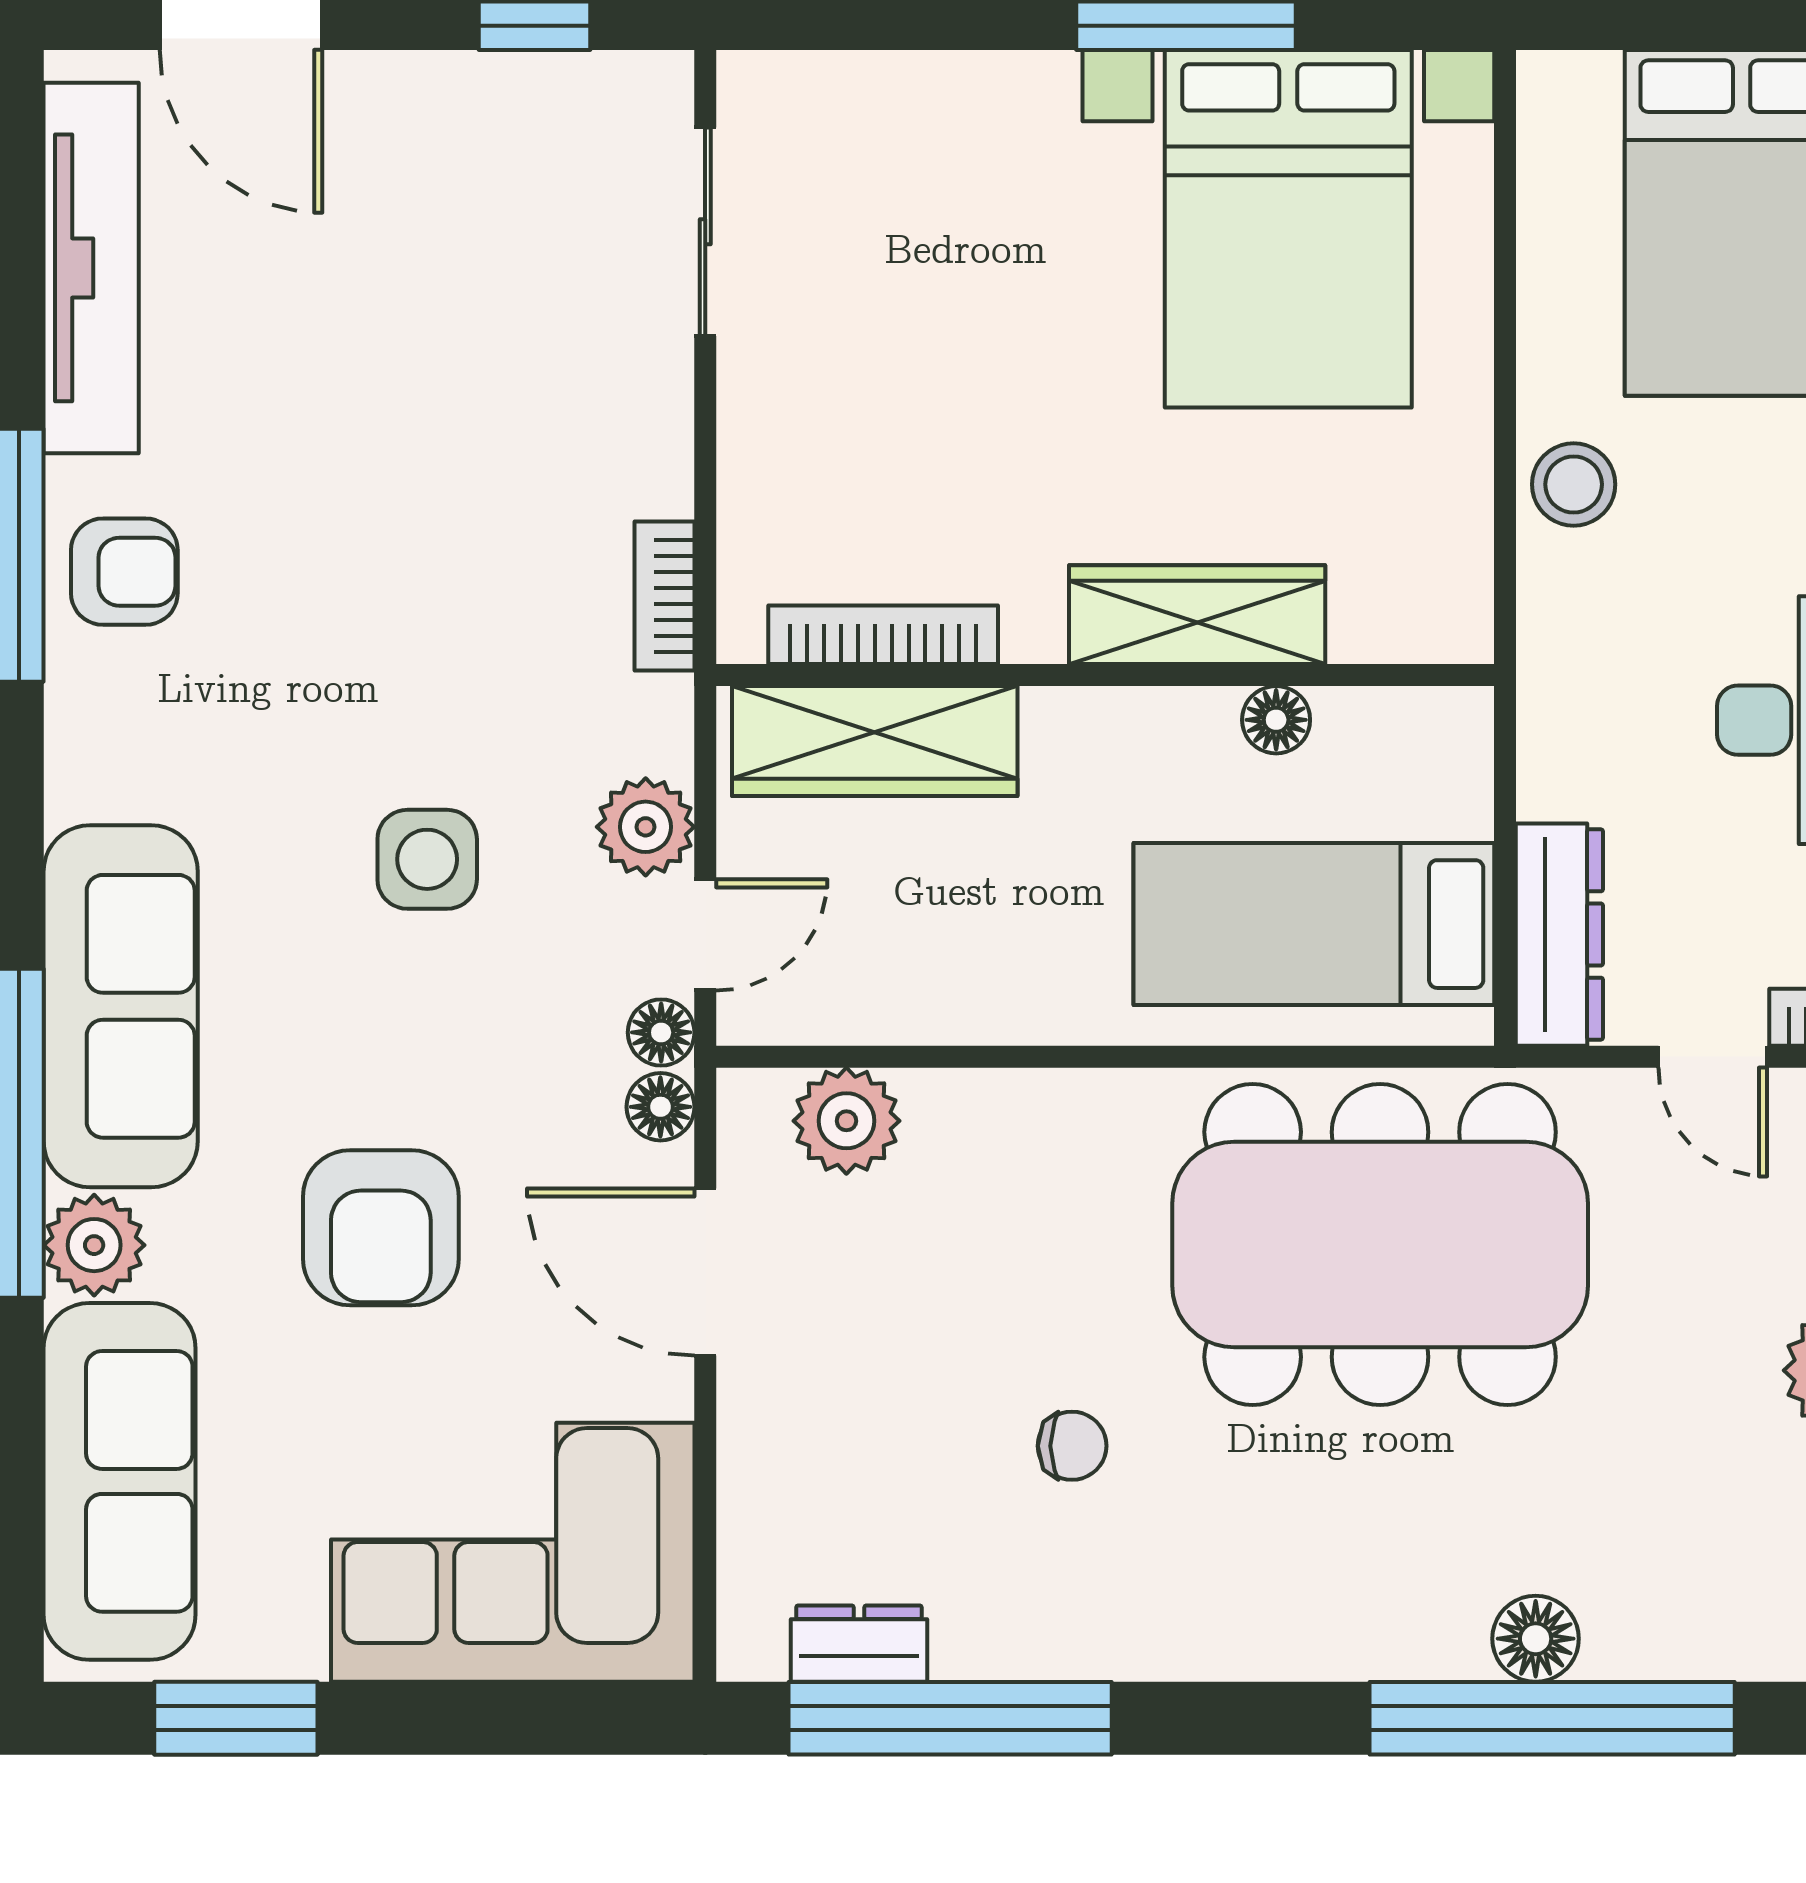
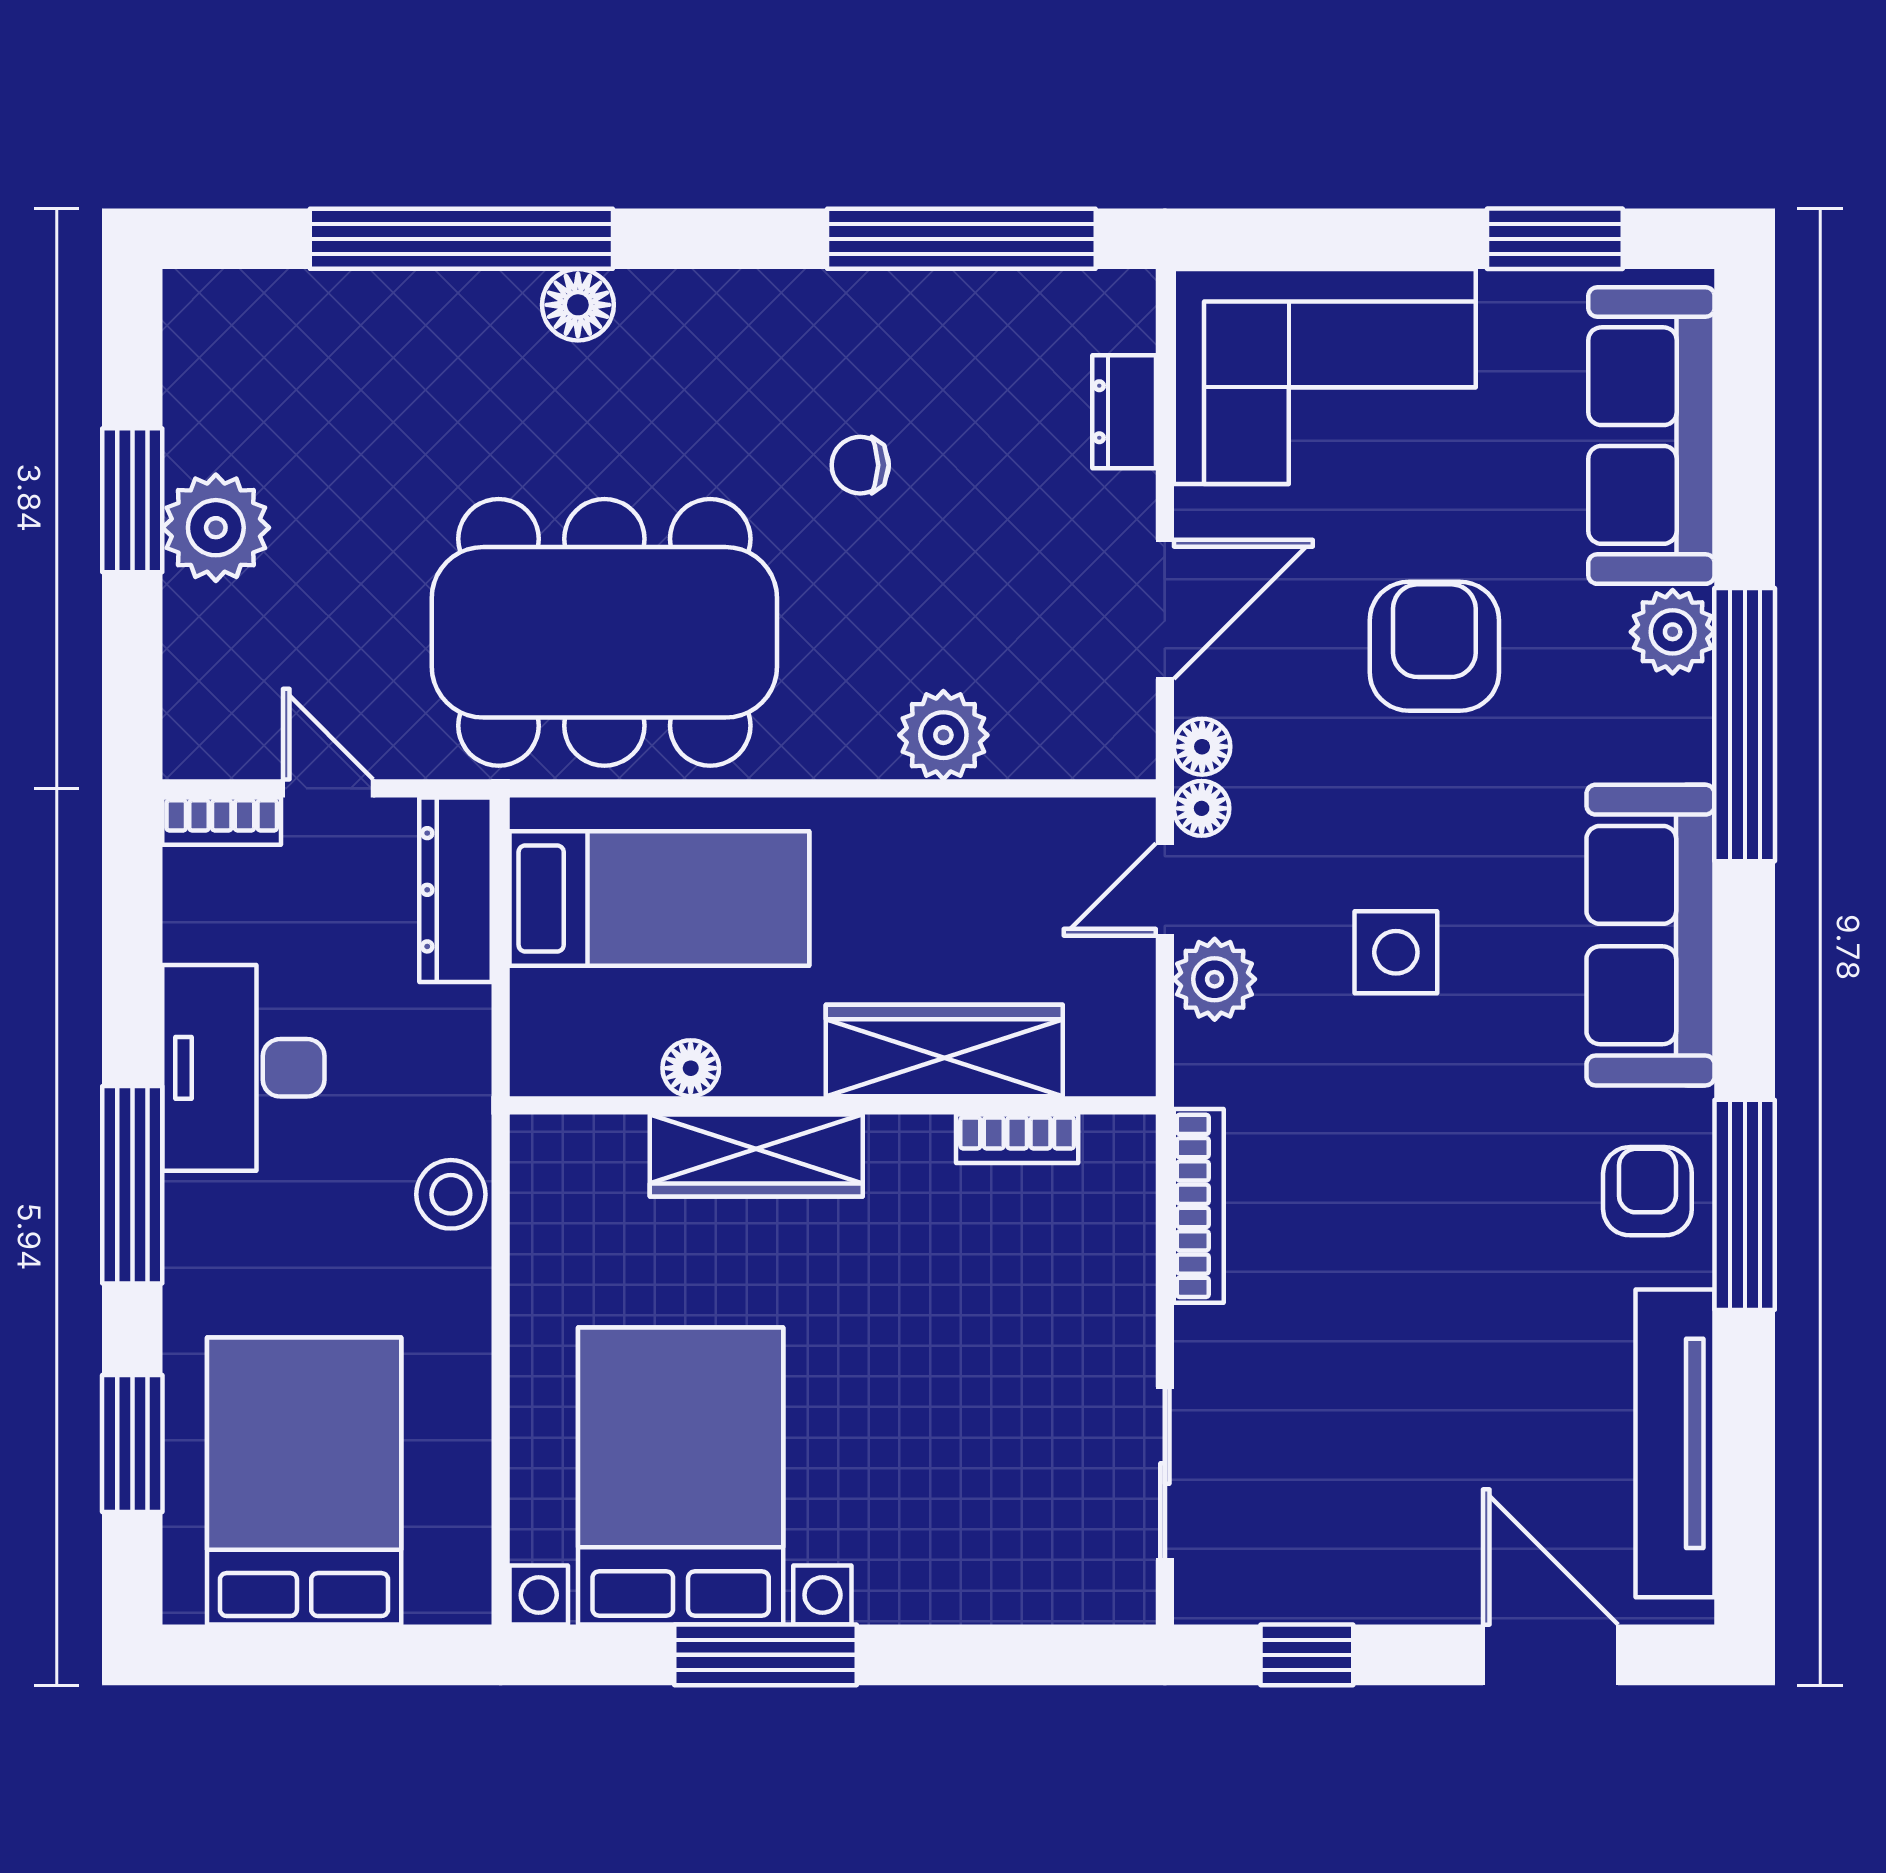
stool: (1574, 484) -> (451, 1194), moved
armchair: (124, 572) -> (1647, 1191), turned 90
bookcase: (664, 596) -> (1199, 1206), width x1.56
bookcase: (883, 635) -> (1017, 1139), width x0.64
wardrobe: (875, 741) -> (944, 1051), moved
sofa: (121, 1006) -> (1651, 935), moved
plant: (846, 1121) -> (943, 735), moved
door: (705, 1272) -> (1165, 609), hinge flipped
floor lamp: (1536, 1639) -> (578, 305), moved
dresser: (859, 1644) -> (1124, 412), moved, turned 90

